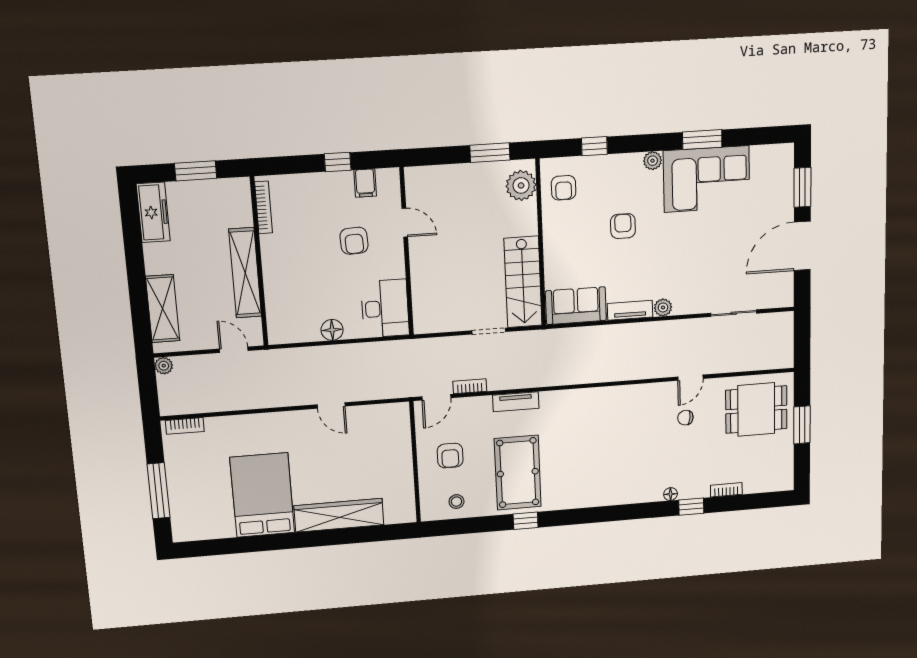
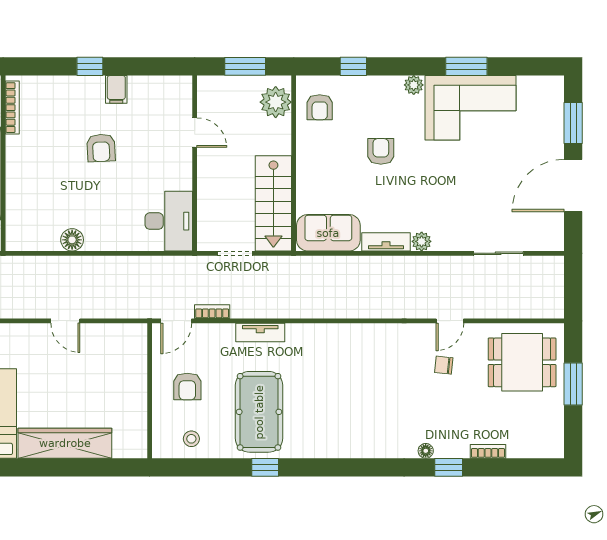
door: (405, 223) -> (195, 133), moved
wall: (407, 252) -> (195, 163), moved
desk: (385, 308) -> (169, 221), moved

